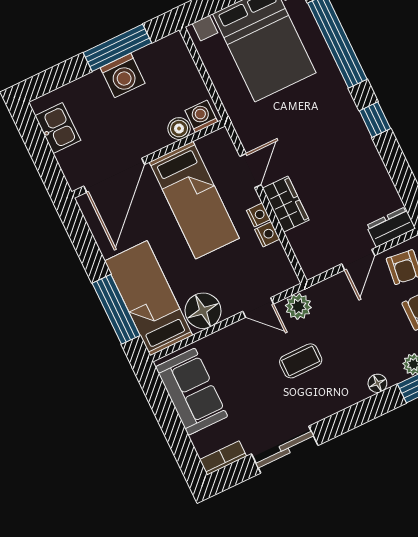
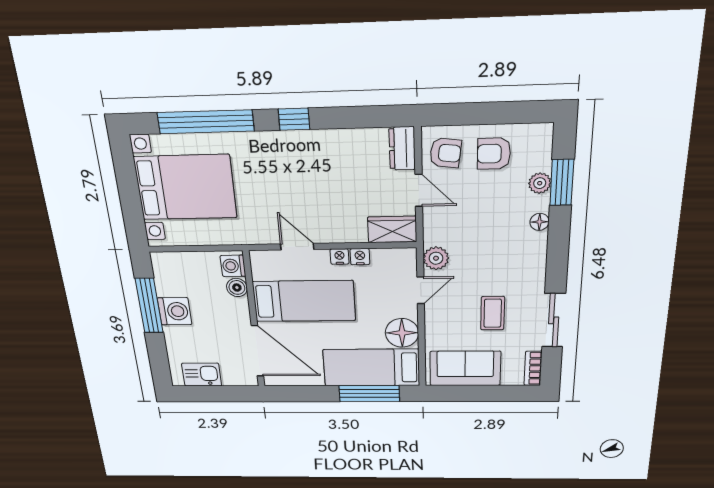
wardrobe: (286, 204) -> (392, 229), moved
coffee table: (301, 361) -> (493, 313), moved

